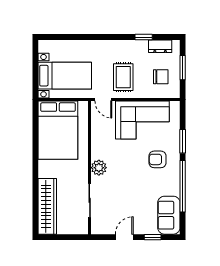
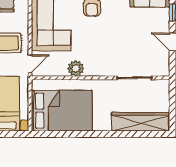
plant: (99, 168) -> (76, 68), moved

